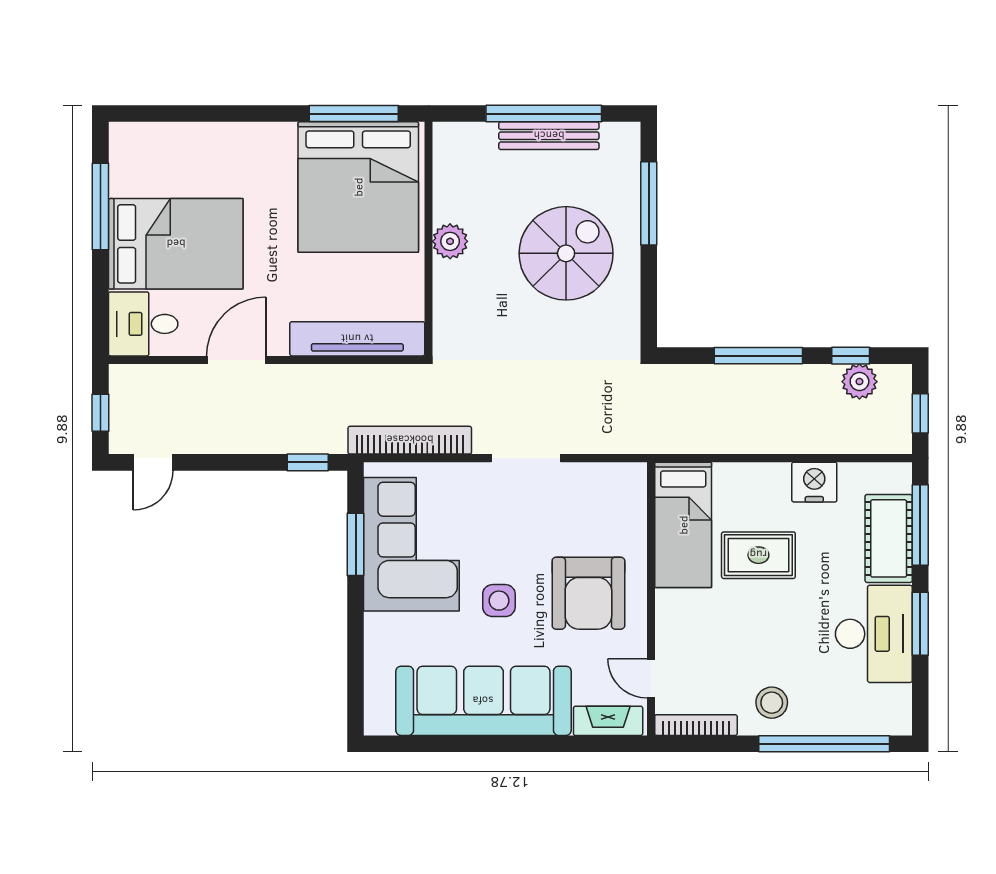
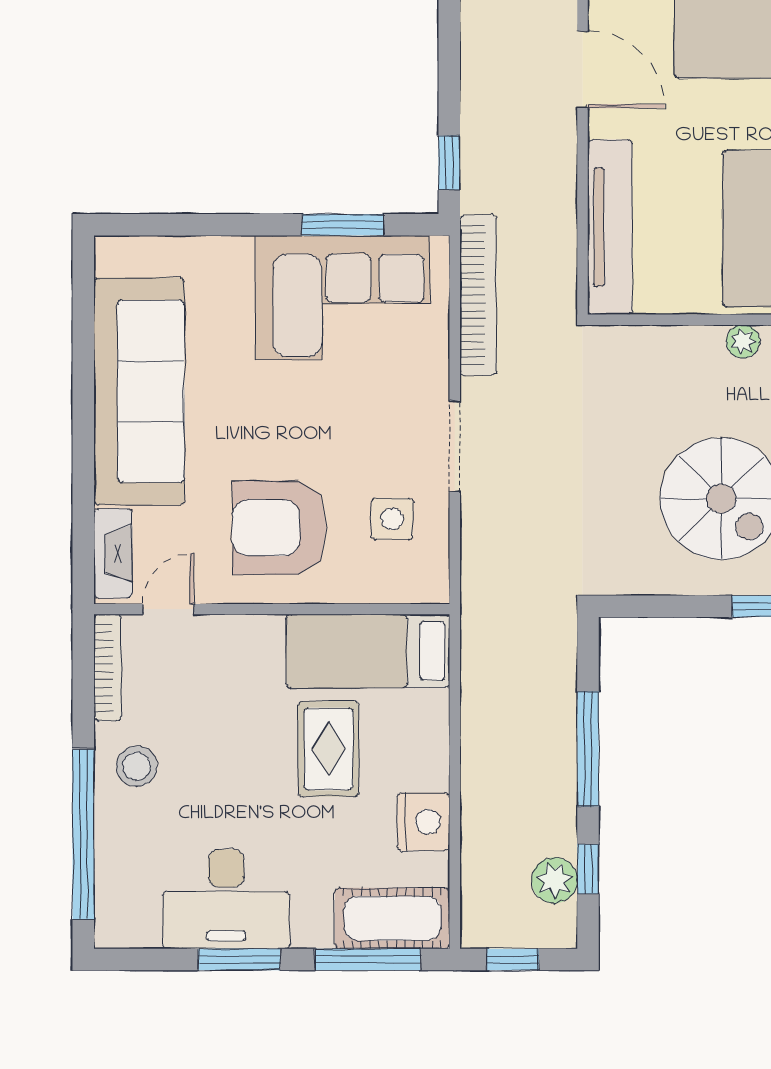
plant: (450, 241) -> (743, 341), width x0.73, depth x0.73
cot: (889, 538) -> (392, 918), moved
side table: (499, 601) -> (392, 519), moved

